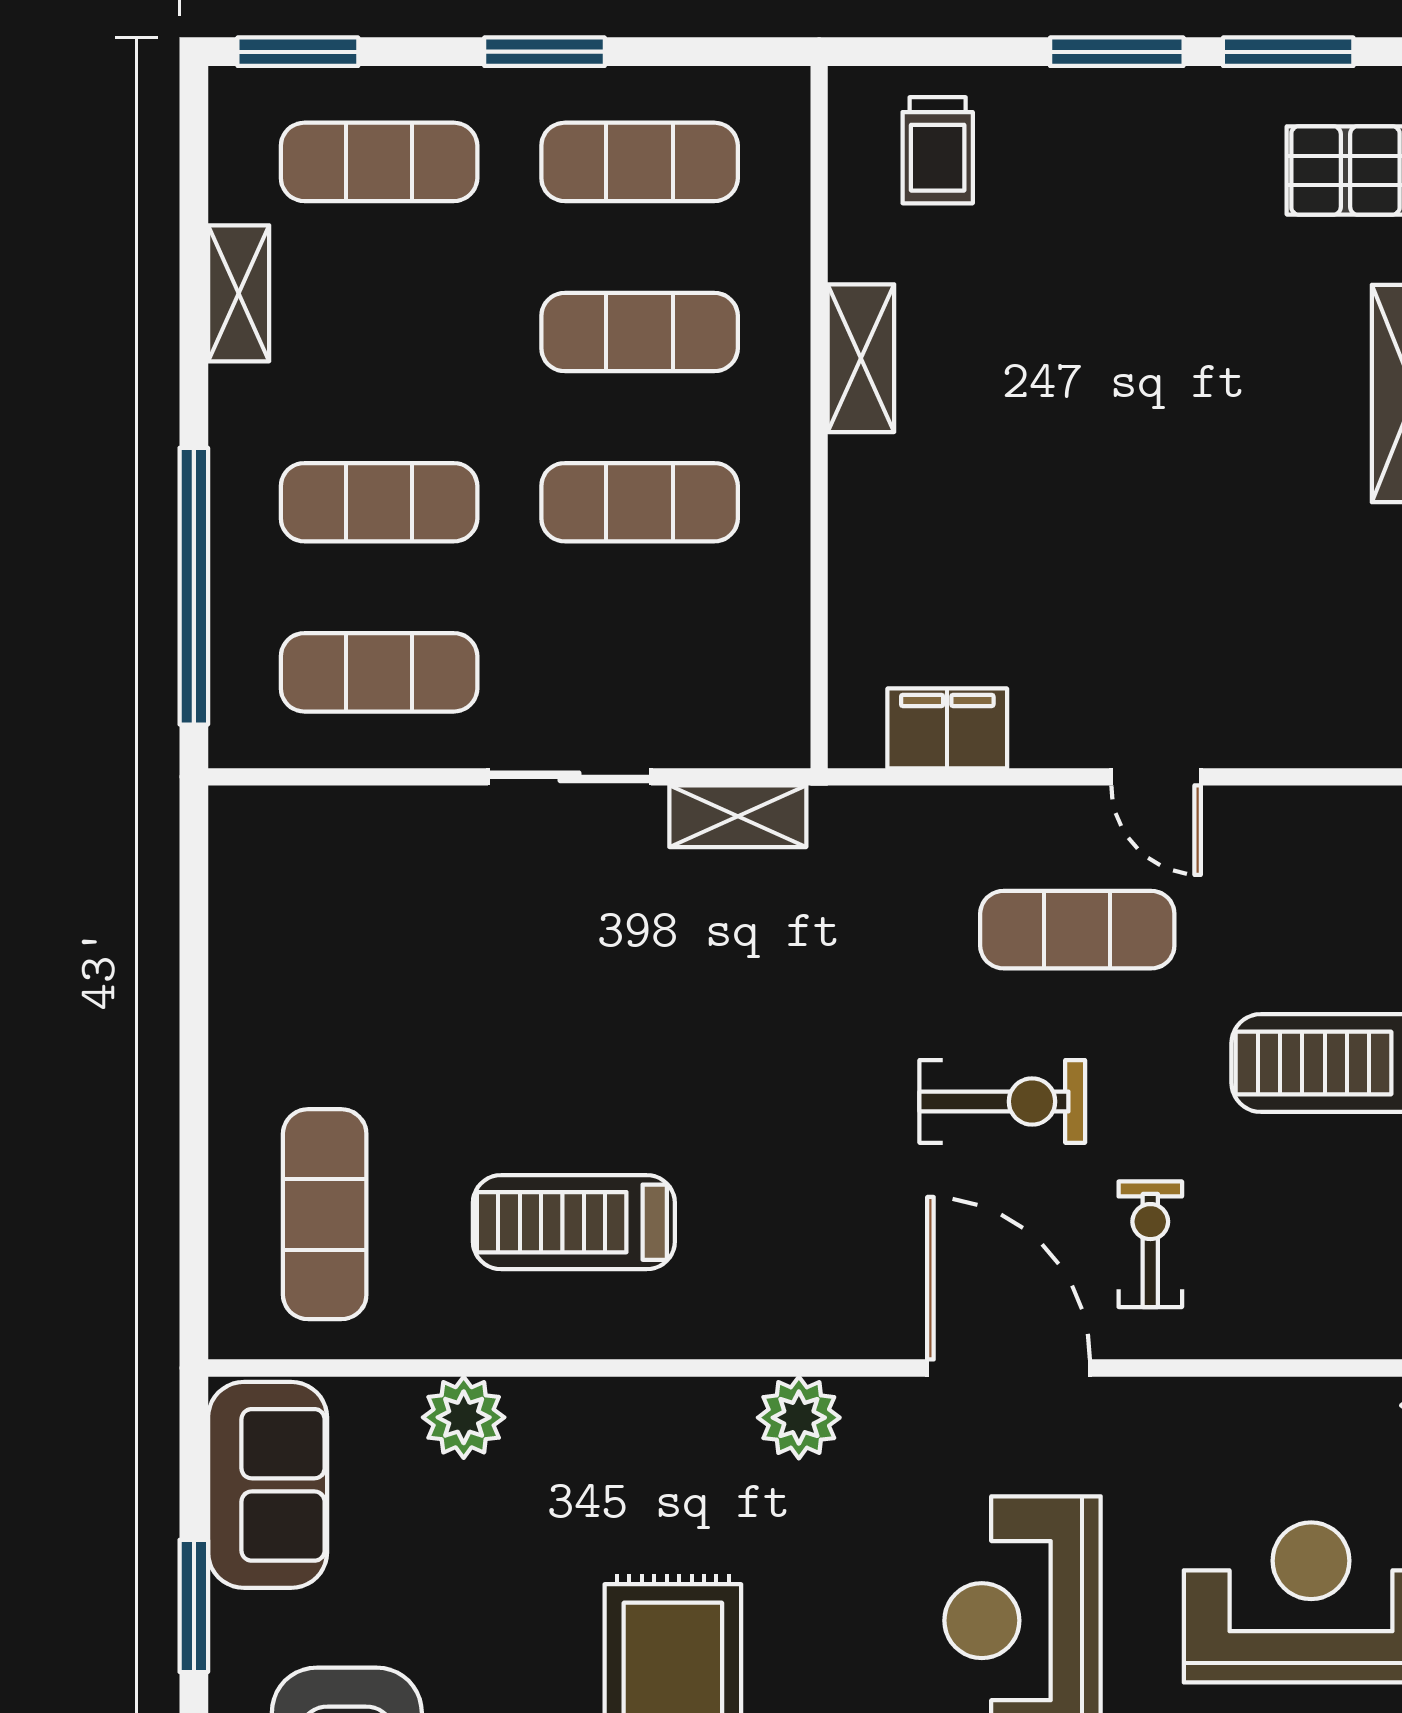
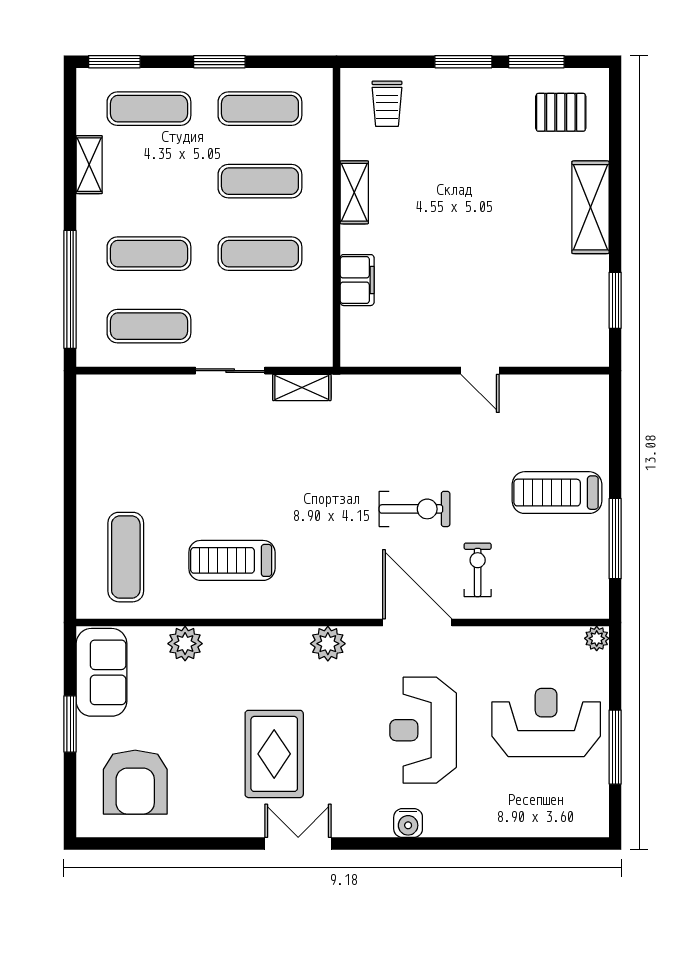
filing cabinet: (947, 728) -> (357, 280), moved, turned 90
exercise mat: (1077, 930) -> (447, 436), removed

